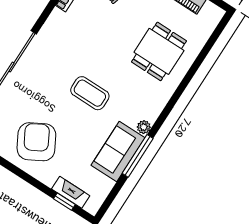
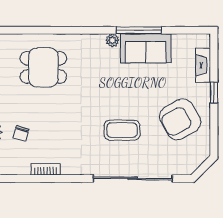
coffee table: (90, 93) -> (122, 130), moved, turned 90
window: (64, 202) -> (214, 92), moved

